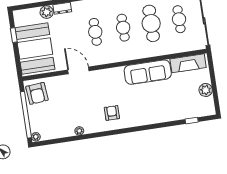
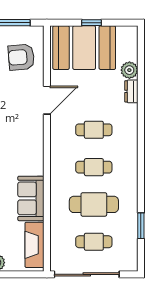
window: (14, 35) -> (91, 23), moved
sofa: (148, 72) -> (31, 198), width x0.73
armchair: (37, 93) -> (21, 57), moved

